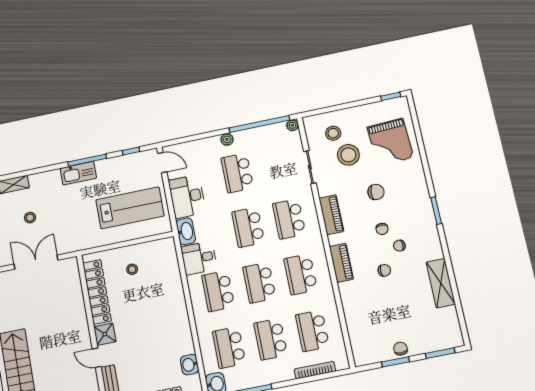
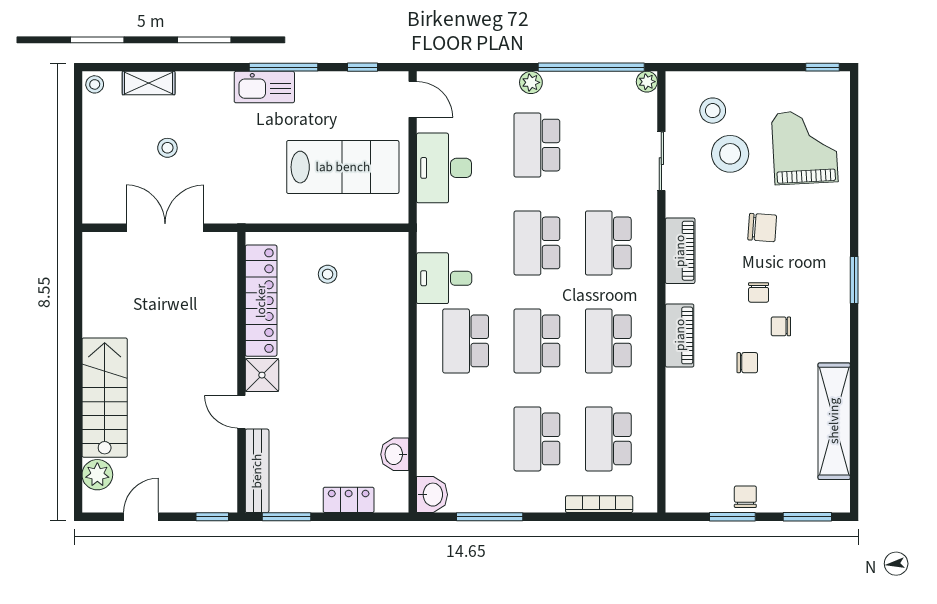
grand piano: (390, 142) -> (805, 147), turned 180
washbasin: (186, 231) -> (430, 228), removed
shelving: (441, 283) -> (834, 421), width x1.47
school desk: (229, 347) -> (466, 439), removed

